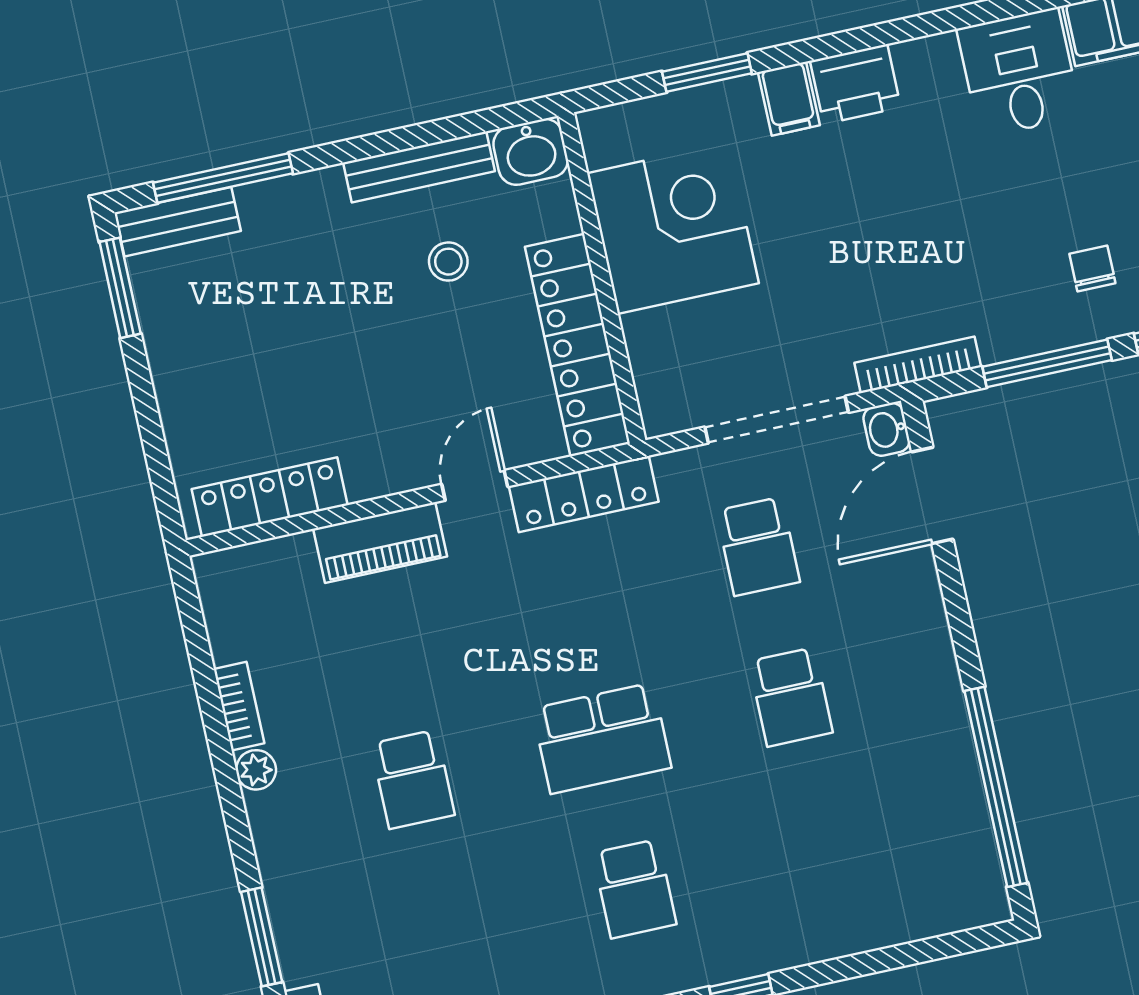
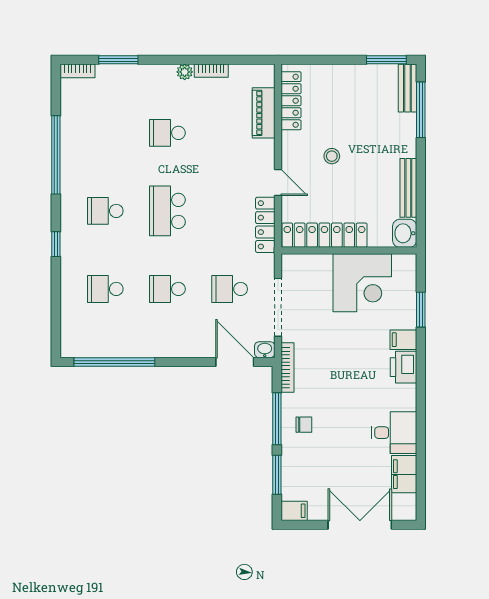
stool: (448, 262) -> (332, 156), moved
chair: (1092, 268) -> (304, 425), moved
piano: (380, 543) -> (264, 113), moved
school desk: (824, 847) -> (105, 289), added

